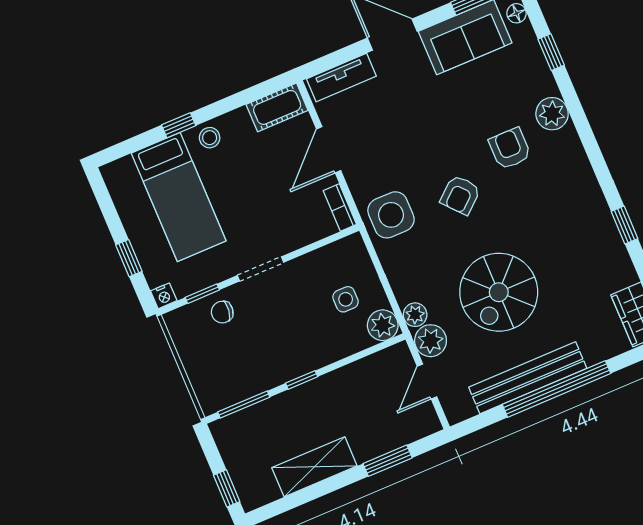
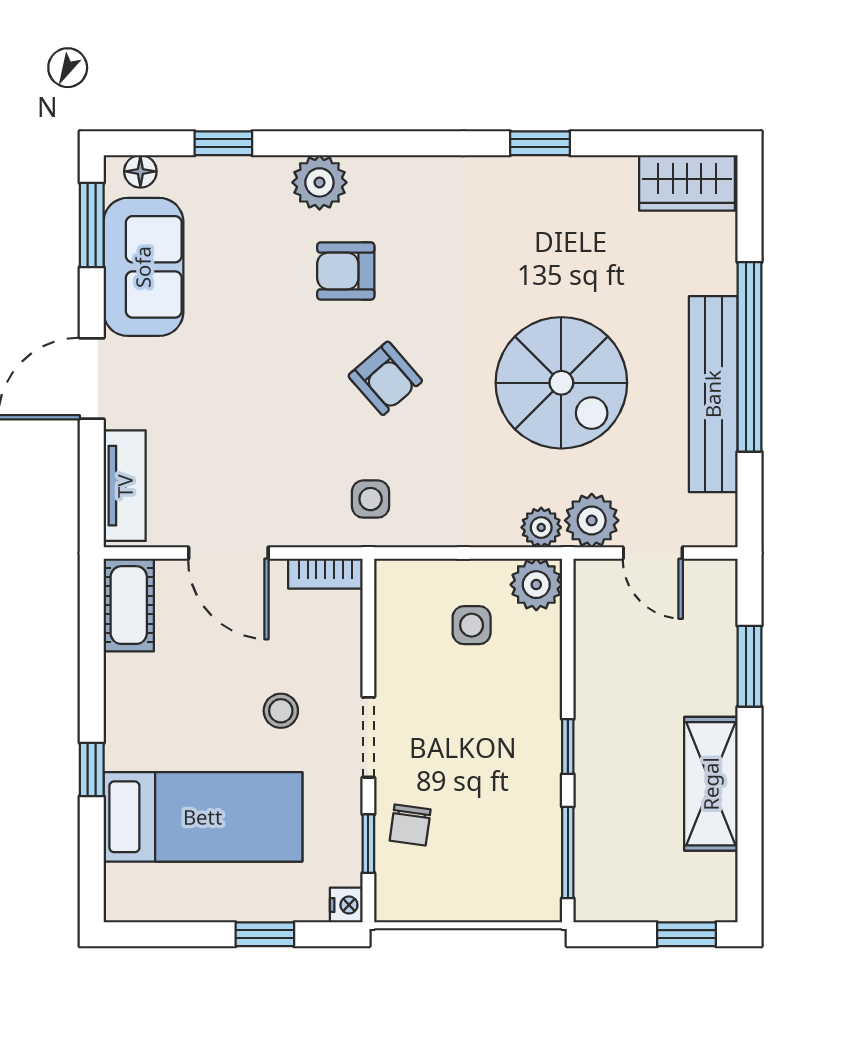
stool: (210, 138) -> (281, 711), moved
side table: (391, 215) -> (371, 499), width x0.54, depth x0.54

